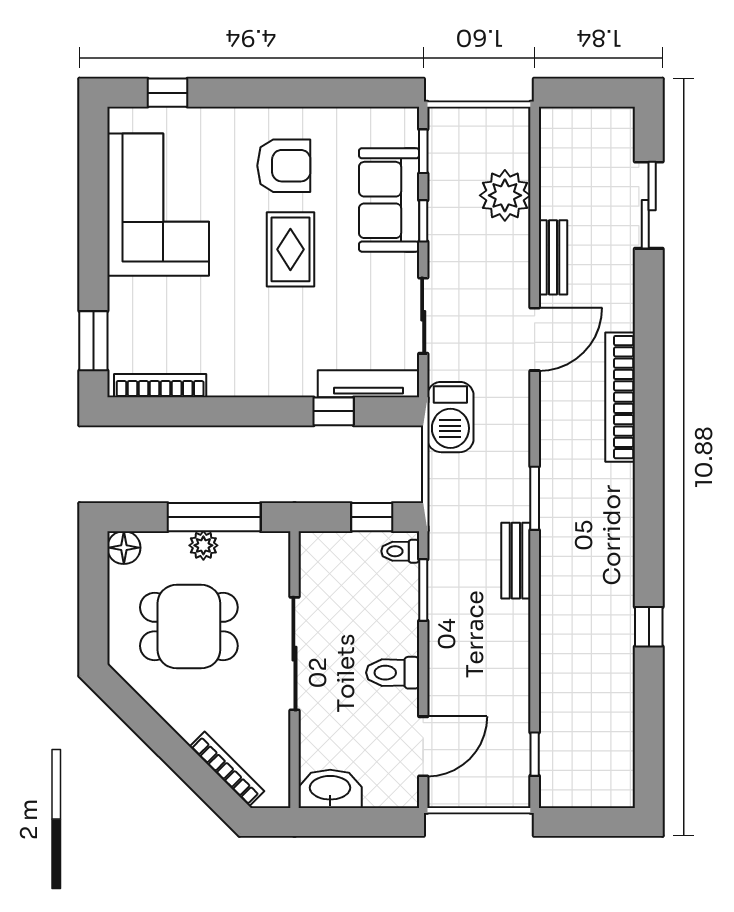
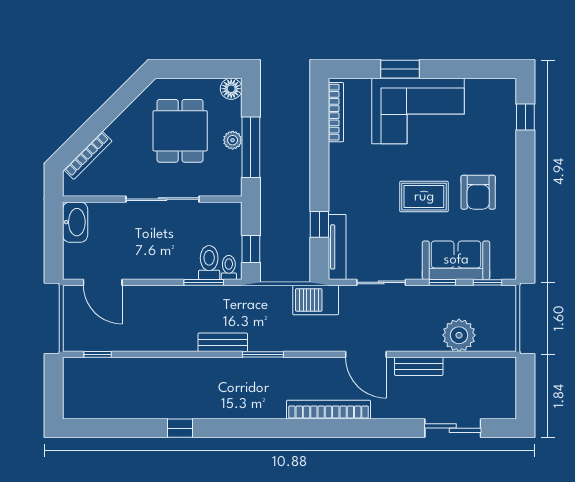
corner sofa: (158, 205) -> (418, 111), moved
window: (93, 341) -> (400, 69), moved
toilet: (393, 673) -> (209, 263), moved

